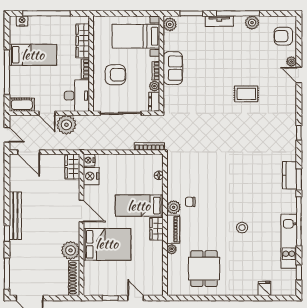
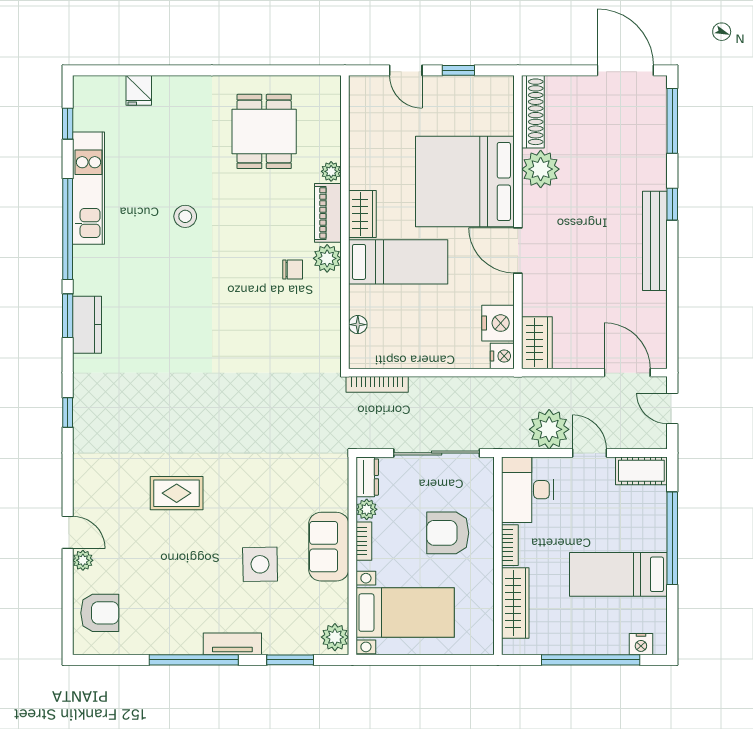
plant: (252, 23) -> (164, 641), removed
side table: (206, 60) -> (260, 564), added
bed: (107, 244) -> (465, 182), width x1.36

